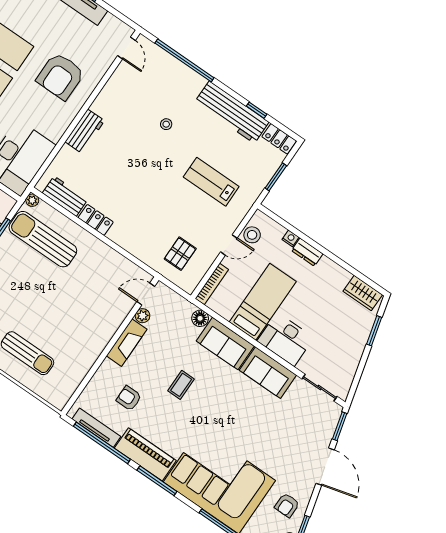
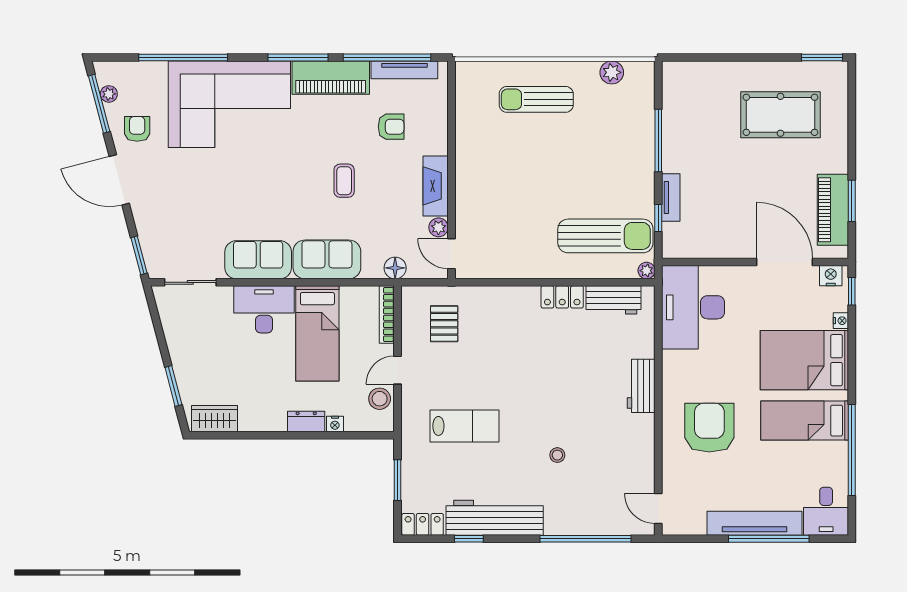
door: (146, 294) -> (451, 254), swing flipped
floor lamp: (200, 318) -> (395, 268), moved
door: (325, 467) -> (119, 180), moved

